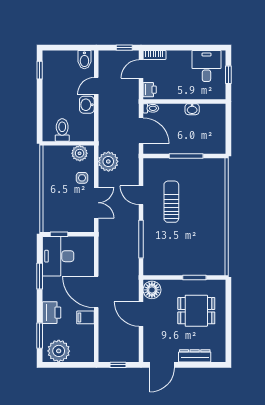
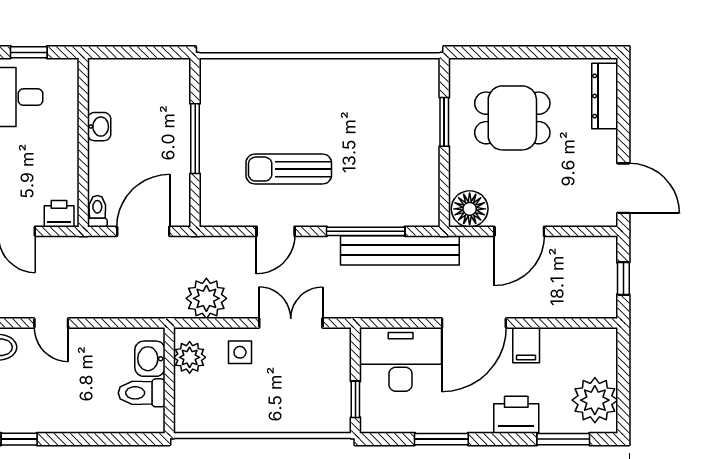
washbasin: (87, 105) -> (150, 359), moved, turned 90
desk: (58, 256) -> (401, 359), moved, turned 180
bench: (132, 256) -> (400, 250), added
dining table: (196, 311) -> (512, 118), turned 90
dresser: (195, 356) -> (605, 96), moved

